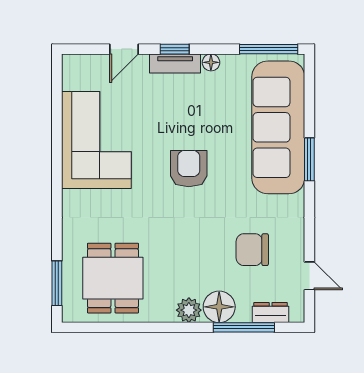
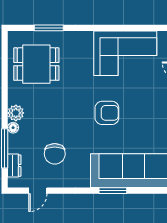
chair: (252, 250) -> (55, 154), turned 180
window: (57, 283) -> (49, 28), moved
floor lamp: (219, 307) -> (13, 128), width x0.53, depth x0.53

